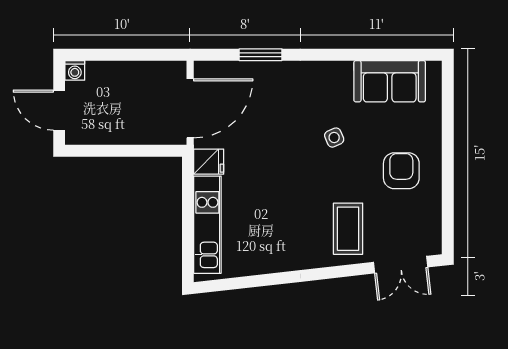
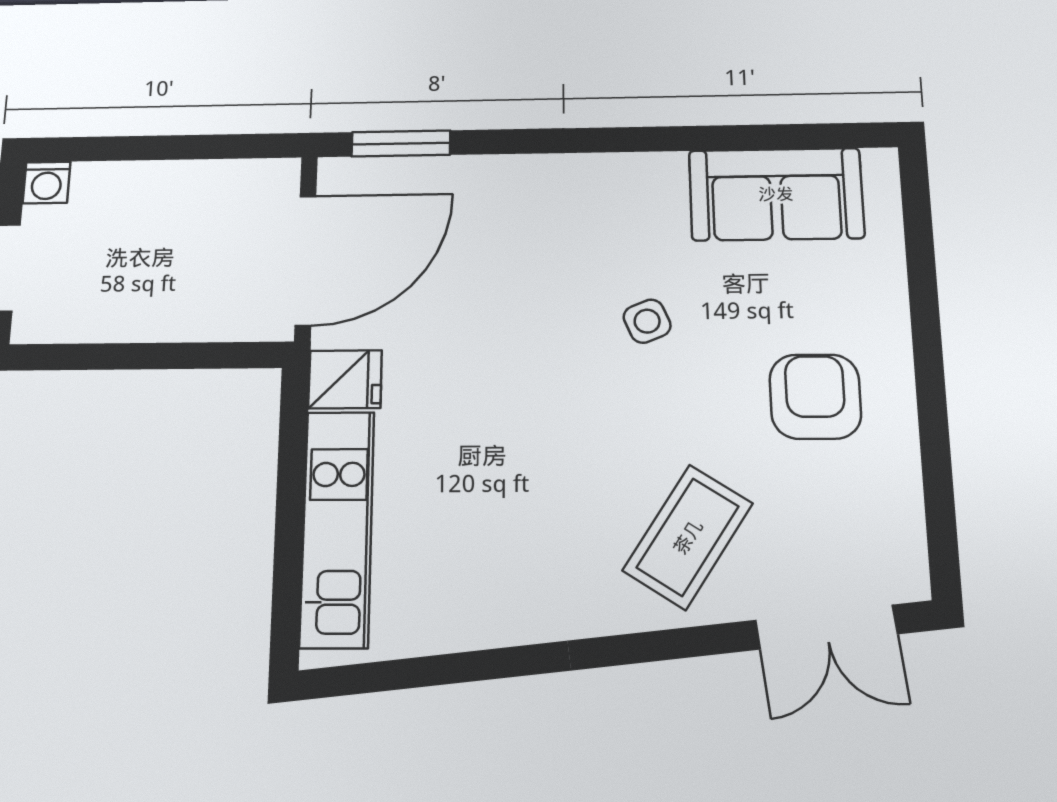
window: (261, 55) -> (401, 143), moved
coffee table: (348, 229) -> (688, 537), turned 33

